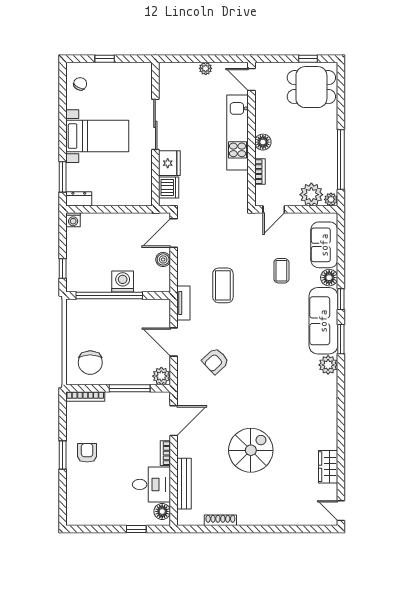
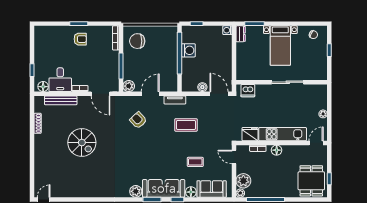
fridge: (169, 163) -> (250, 134), moved, turned 180
washing machine: (123, 282) -> (188, 50), moved
wardrobe: (328, 467) -> (71, 191), removed

